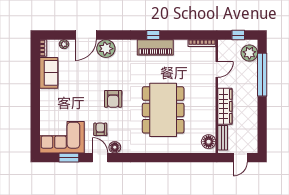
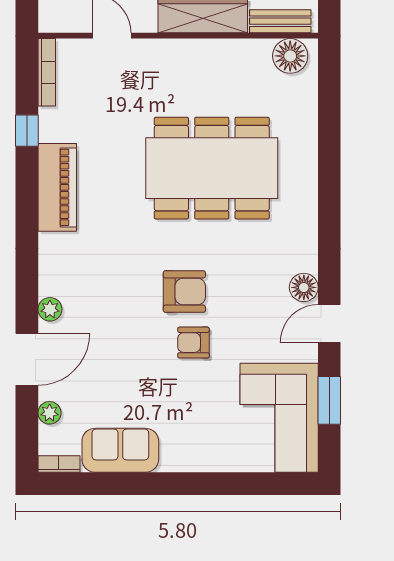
door: (86, 35) -> (27, 359), hinge flipped
window: (153, 35) -> (27, 131), moved
plant: (106, 49) -> (50, 309), width x0.53, depth x0.53
armchair: (100, 129) -> (193, 343), moved

